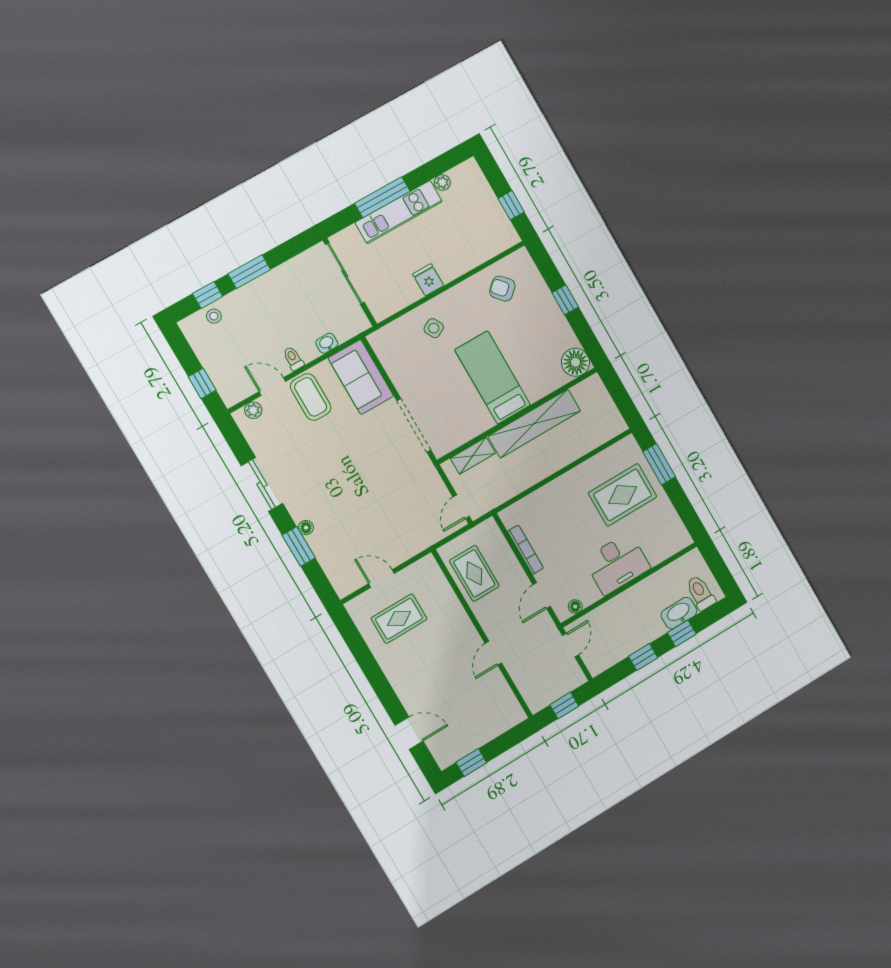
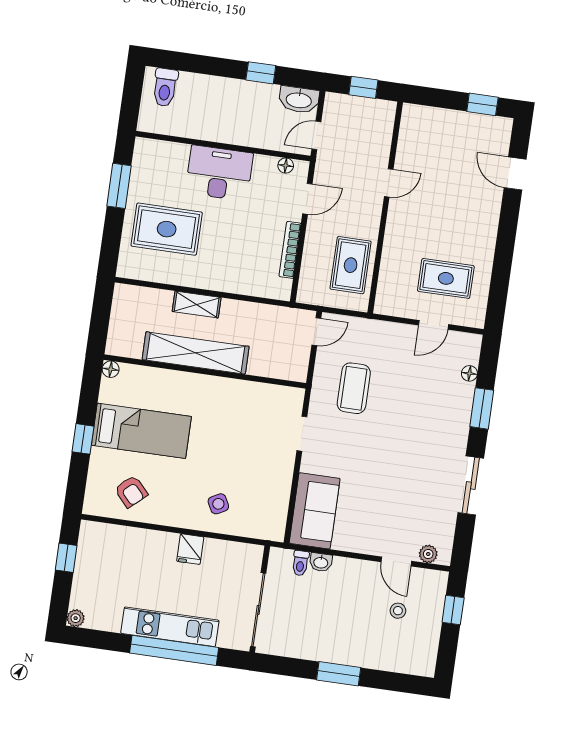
plant: (442, 182) -> (76, 618), moved
window: (382, 197) -> (174, 650), width x1.46
window: (208, 295) -> (389, 681), removed
stool: (214, 316) -> (398, 611), moved
toilet: (293, 358) -> (300, 563), moved
floor lamp: (575, 362) -> (111, 369), width x0.53, depth x0.53
bed: (493, 377) -> (141, 431), moved, turned -90
coffee table: (311, 397) -> (354, 388), moved
doorway: (414, 426) -> (302, 434), width x0.53
shelving: (473, 456) -> (197, 304), moved
window: (659, 464) -> (119, 186), moved
floor lamp: (306, 528) -> (469, 373), moved
door: (382, 578) -> (433, 325), hinge flipped
washbasin: (679, 613) -> (299, 100), moved
window: (682, 633) -> (210, 66), removed

